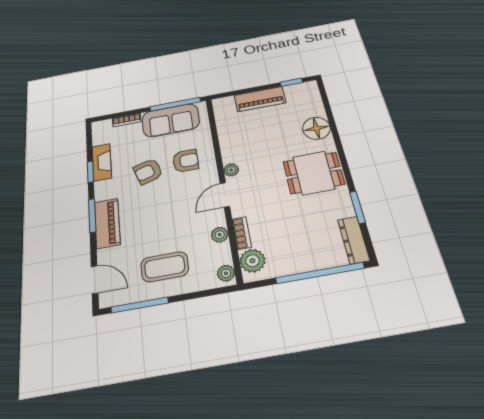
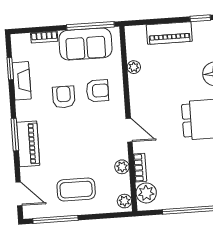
plant: (231, 170) -> (134, 67), moved
armchair: (148, 171) -> (64, 97), turned 107
window: (90, 172) -> (10, 69), moved
door: (225, 195) -> (129, 130), swing flipped

